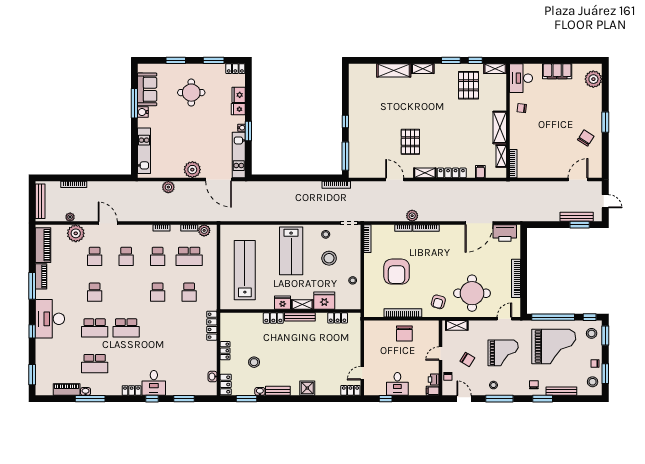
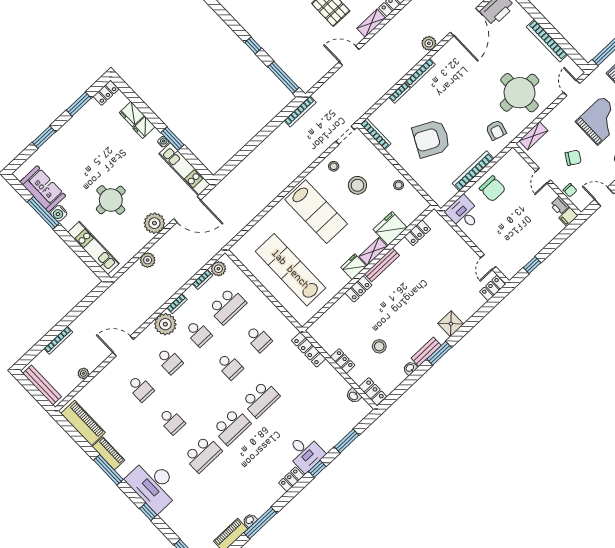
round table: (191, 93) -> (111, 200), moved
plant: (412, 216) -> (429, 43), moved
plant: (76, 233) -> (165, 324), moved
armchair: (397, 272) -> (431, 139), turned 117
school desk: (95, 364) -> (261, 399), moved
desk: (397, 384) -> (463, 213), moved, turned 180
window: (247, 399) -> (439, 353), moved

